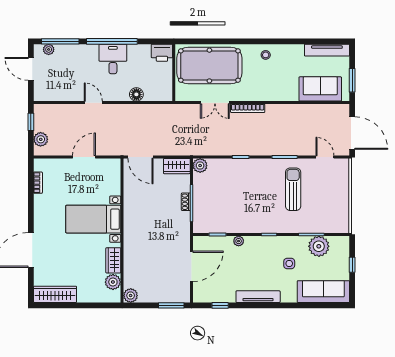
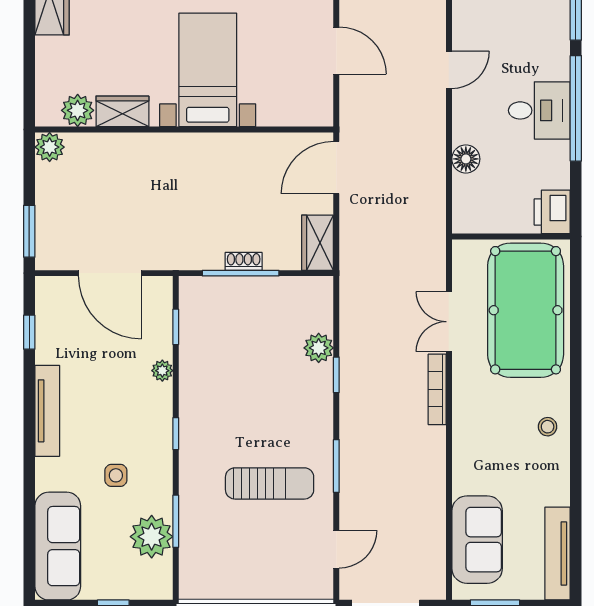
plant: (200, 166) -> (319, 348), moved

